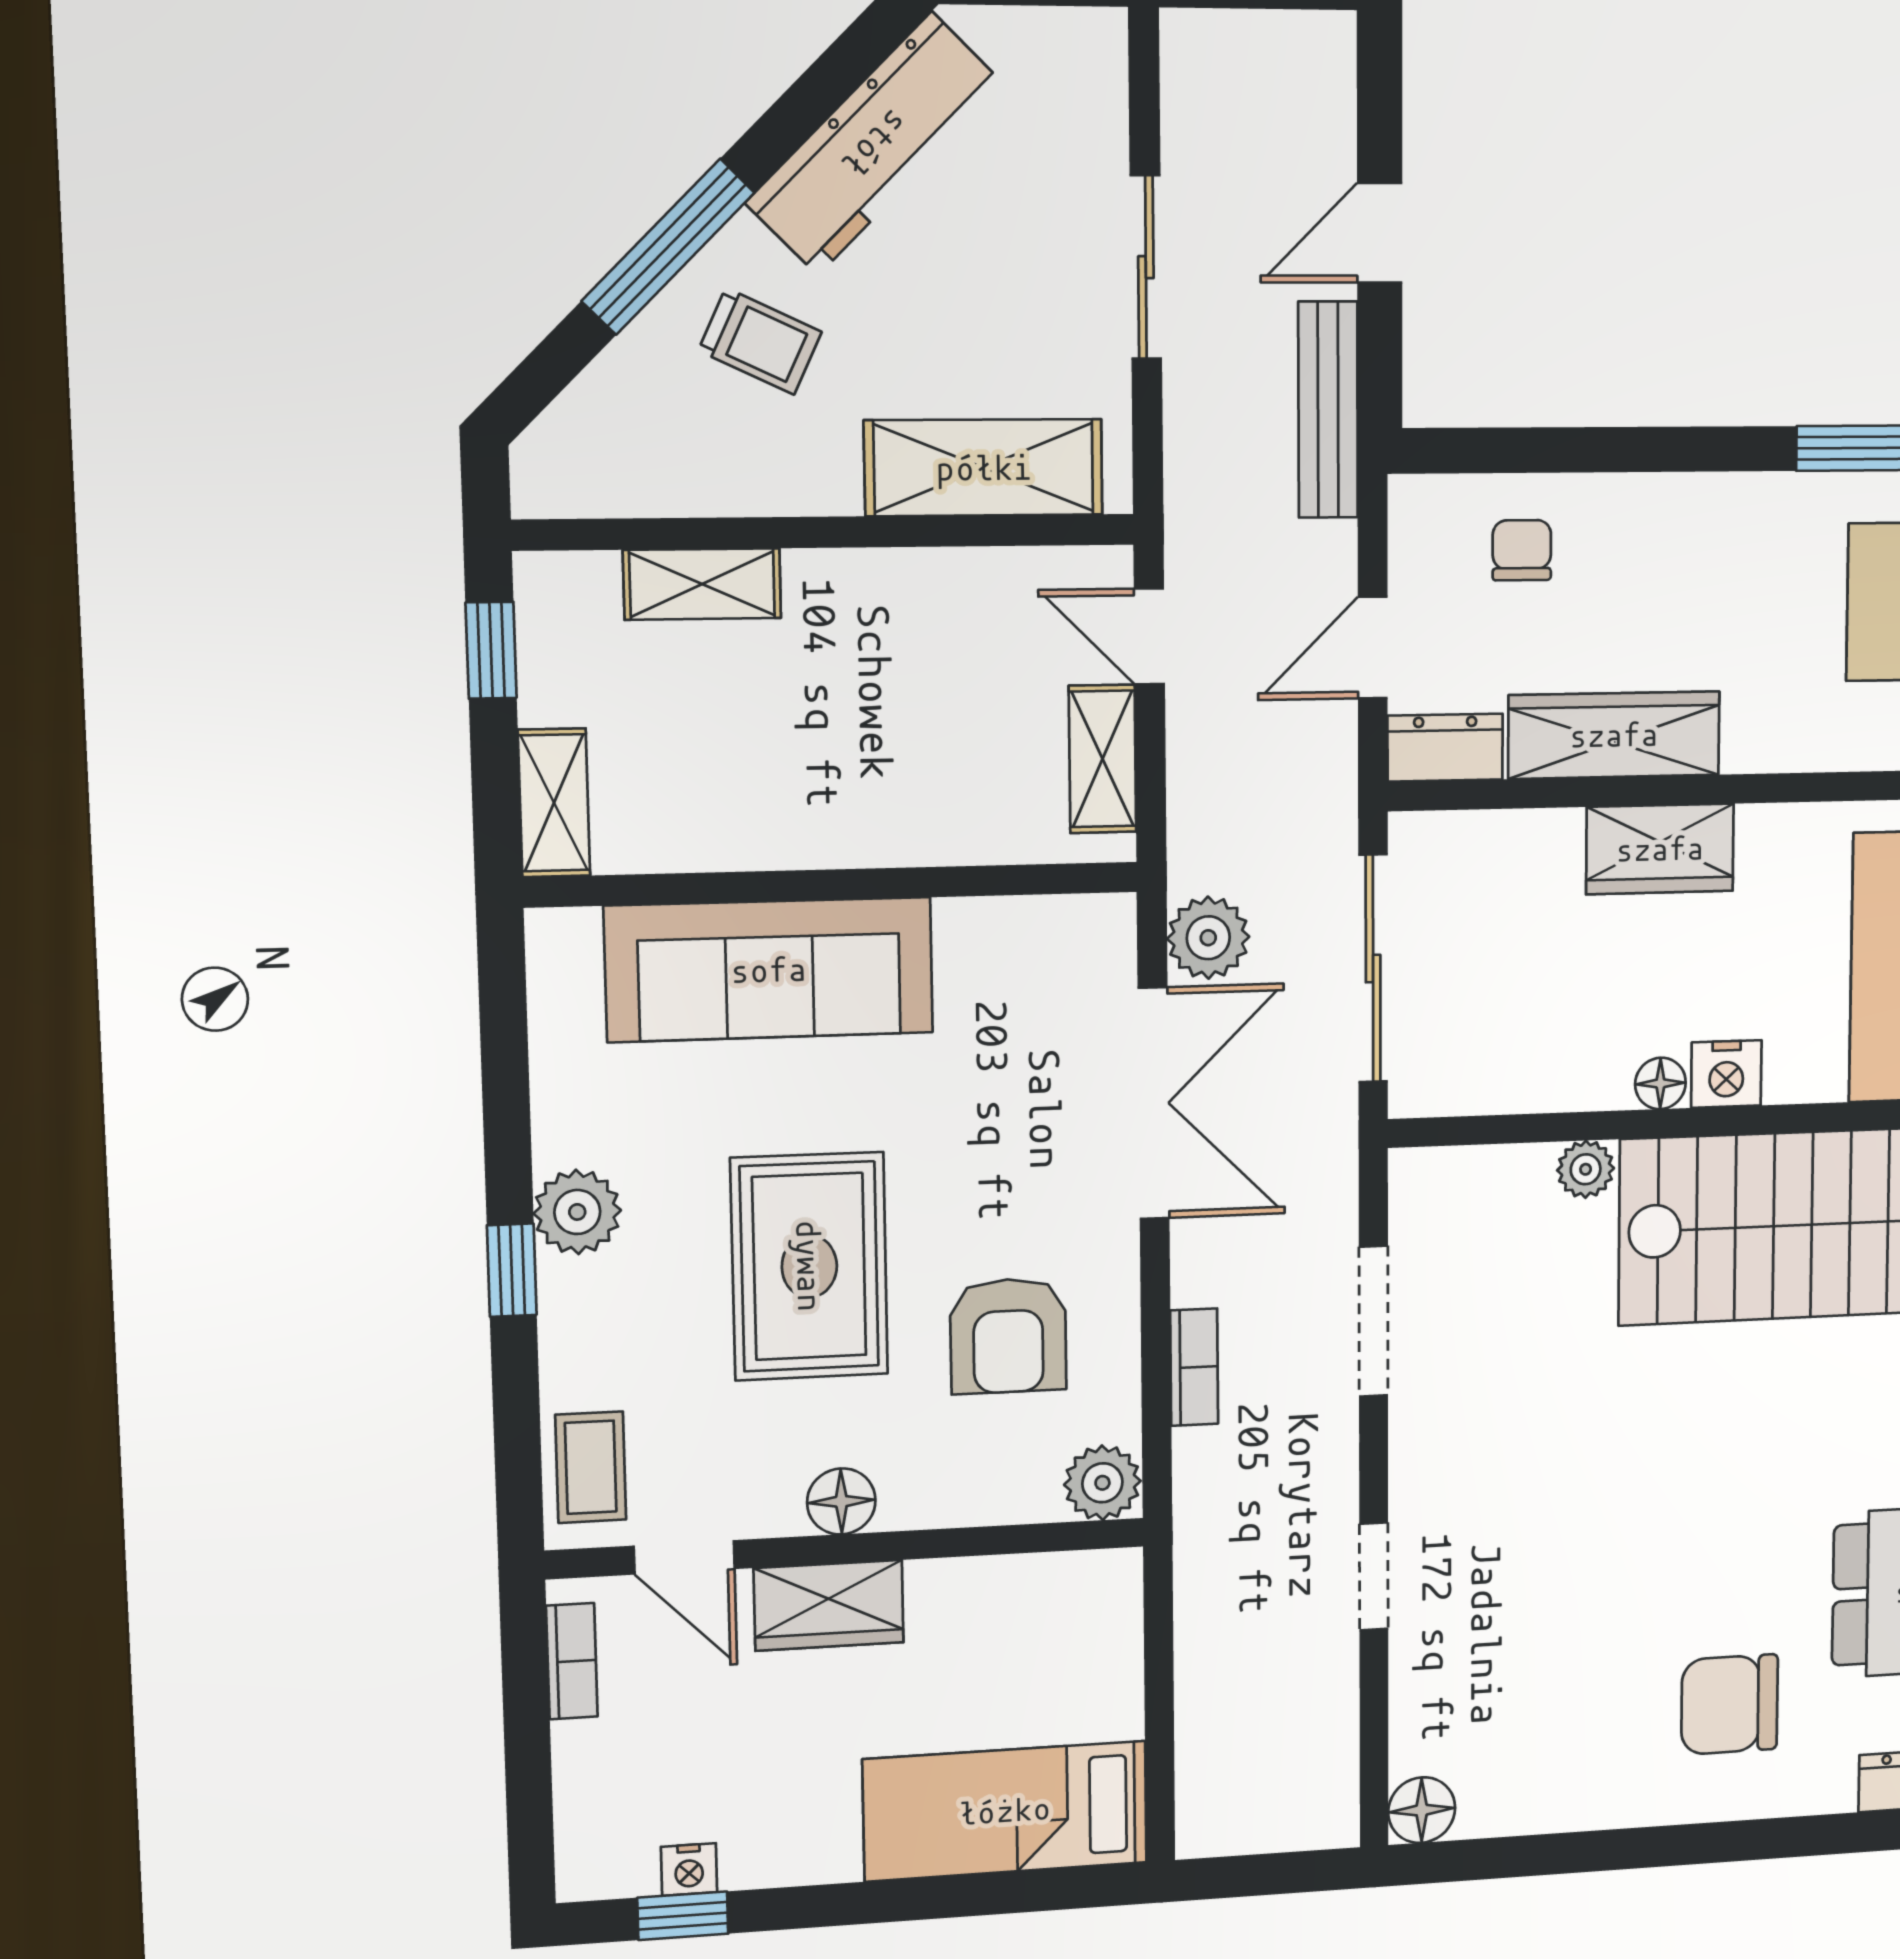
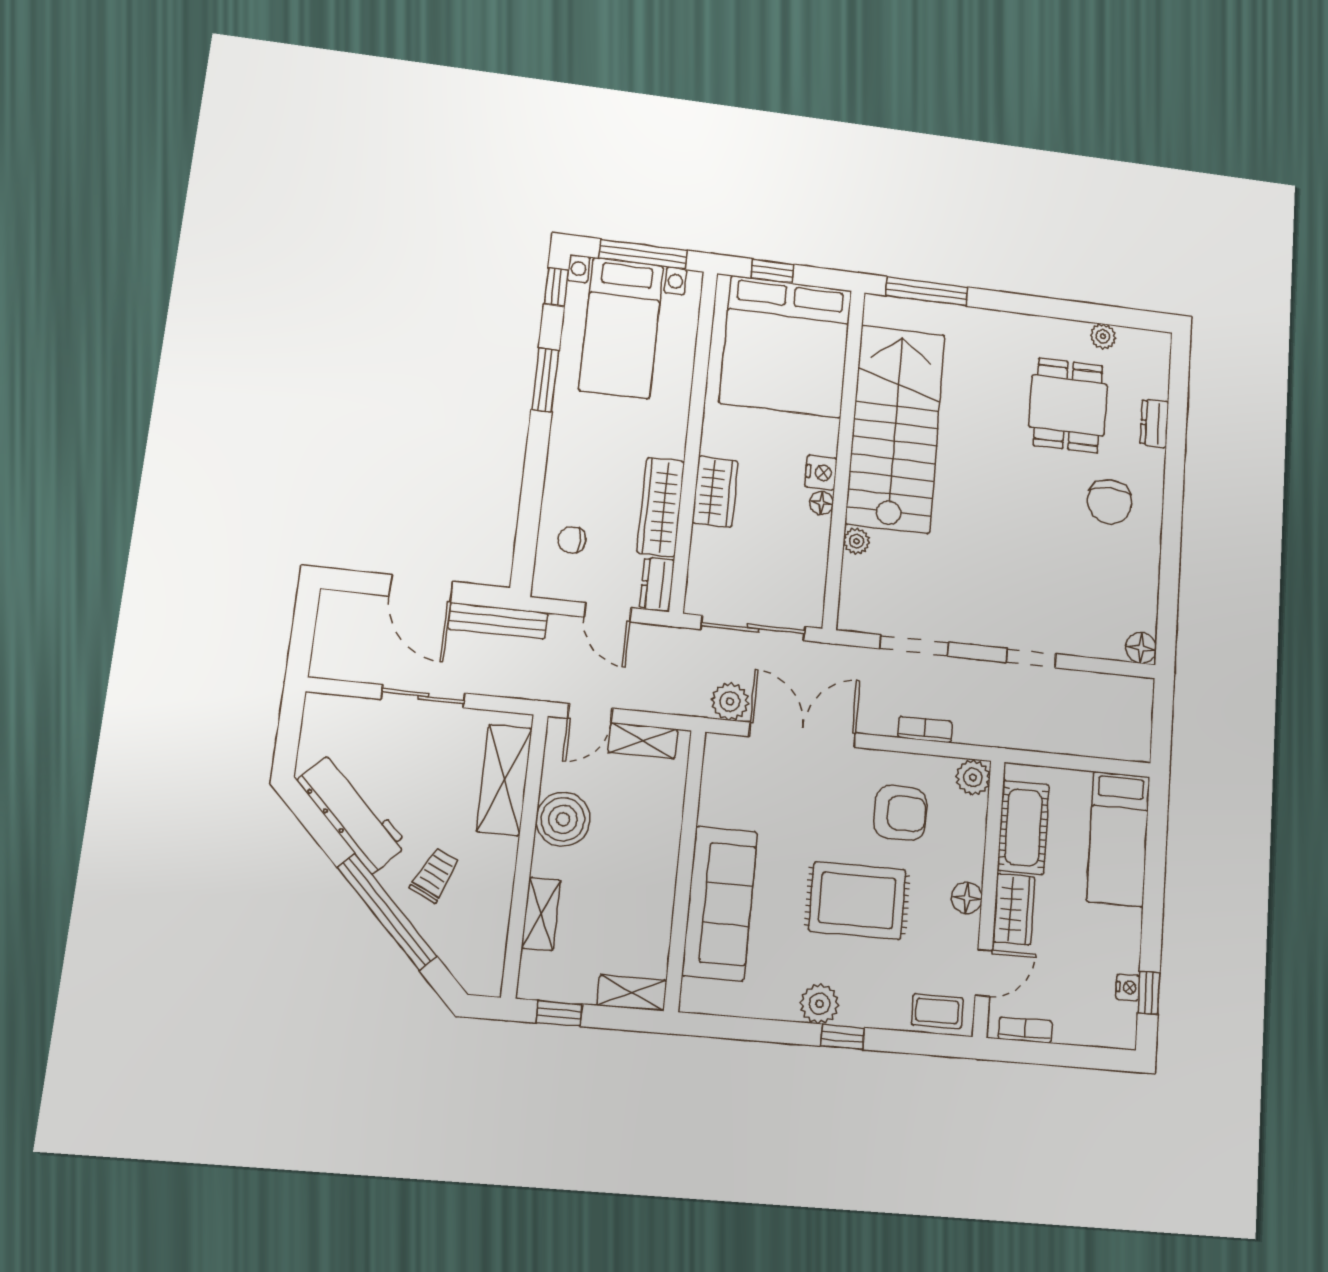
door: (1380, 233) -> (421, 589), width x1.38
window: (668, 247) -> (387, 912), width x1.46
boiler: (913, 606) -> (563, 819), added
cot: (1007, 1604) -> (1023, 827), added

